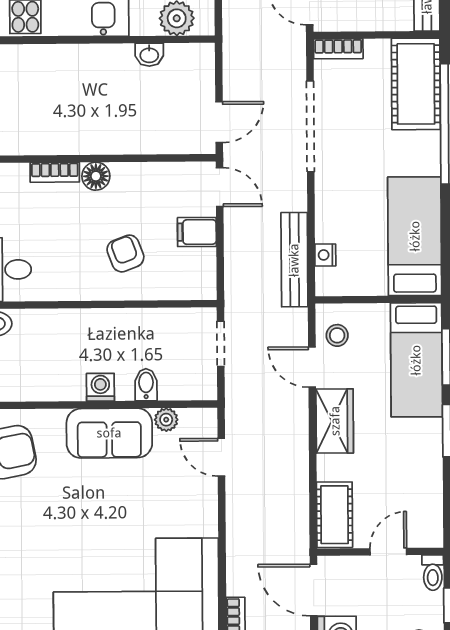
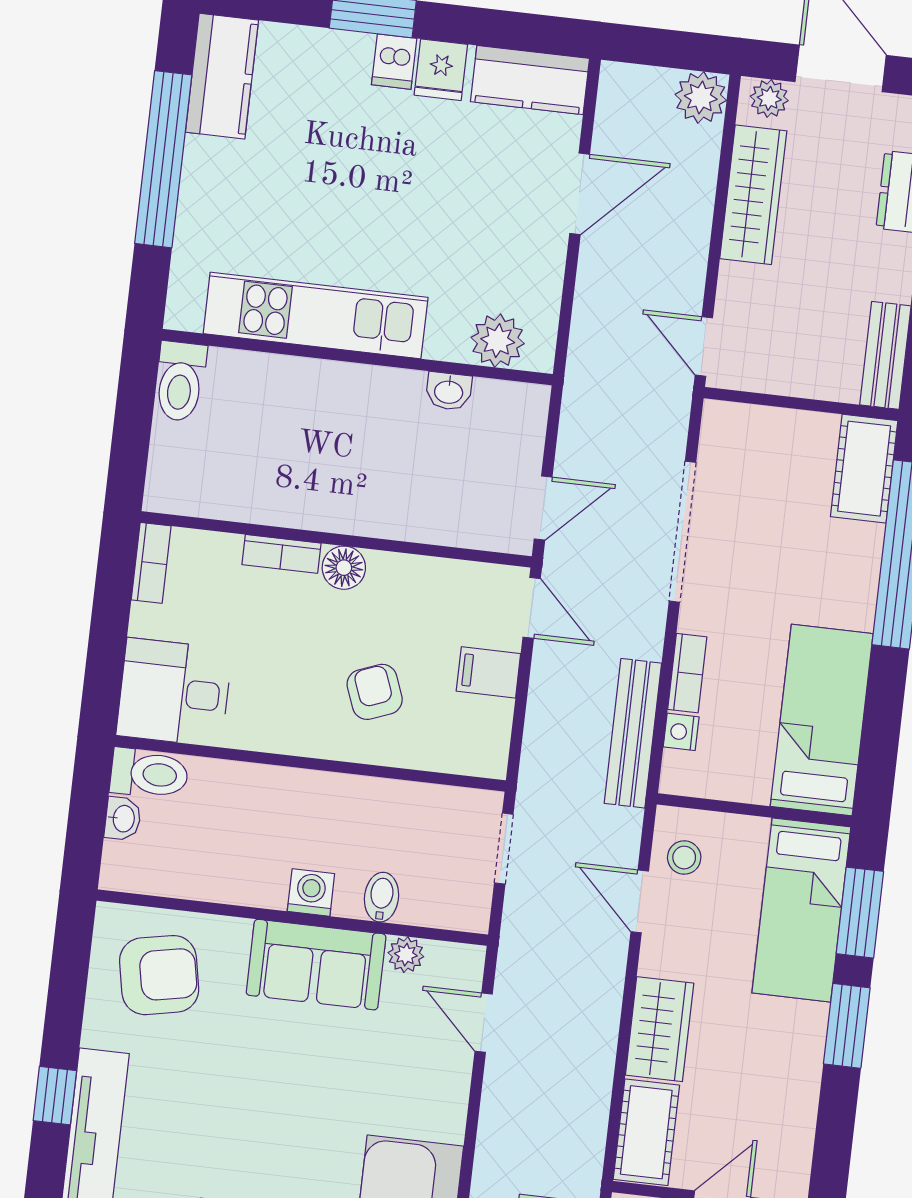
bookcase: (338, 49) -> (687, 673), moved, turned -90
cot: (416, 84) -> (864, 469), width x0.73, depth x0.75
wardrobe: (335, 421) -> (660, 1029), moved

